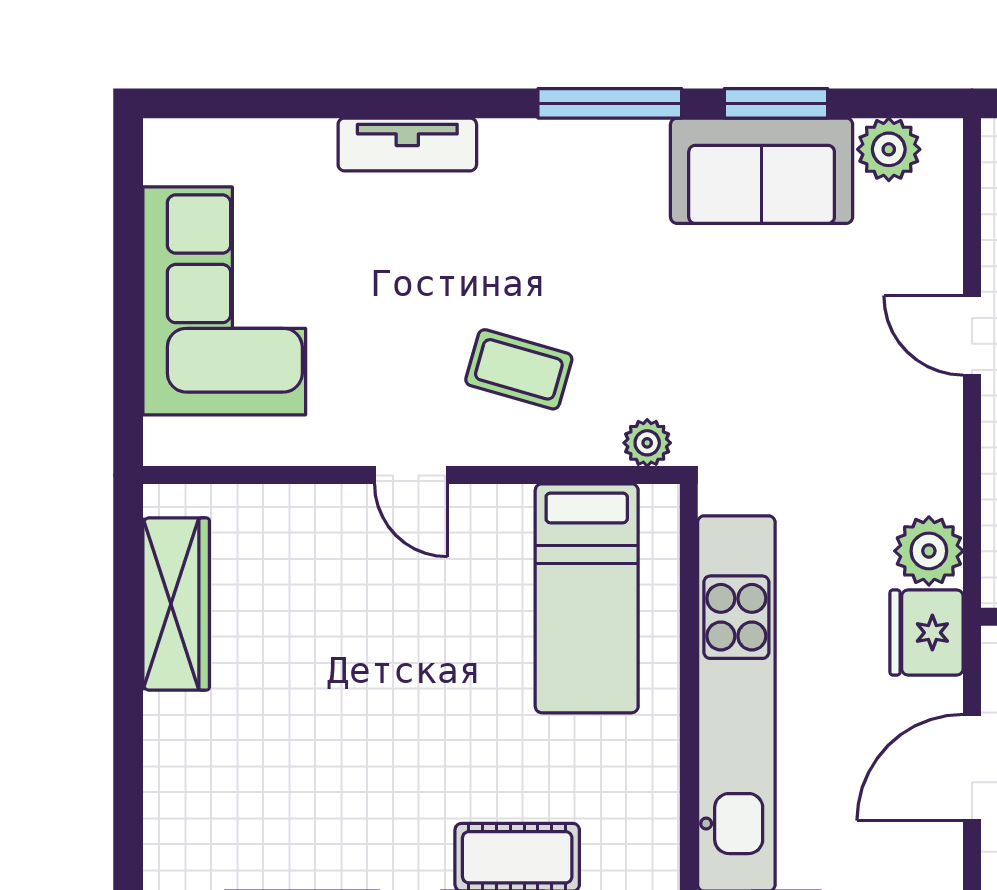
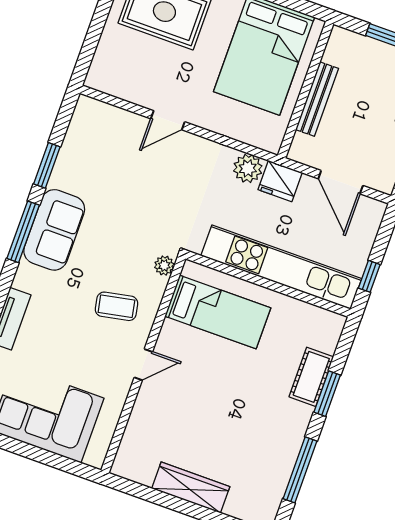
plant: (889, 149) -> (81, 127), removed
sofa: (762, 171) -> (54, 230), moved
coffee table: (519, 369) -> (116, 306), turned 63
wardrobe: (176, 604) -> (191, 488), moved

